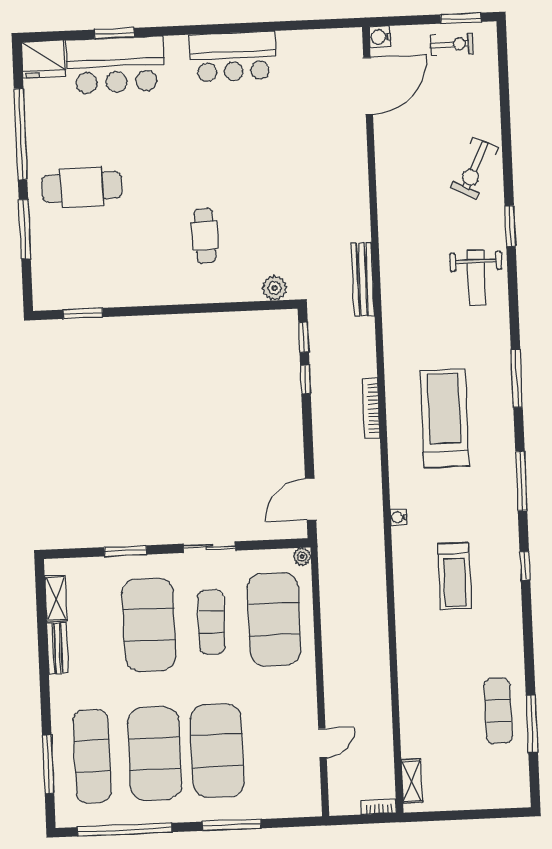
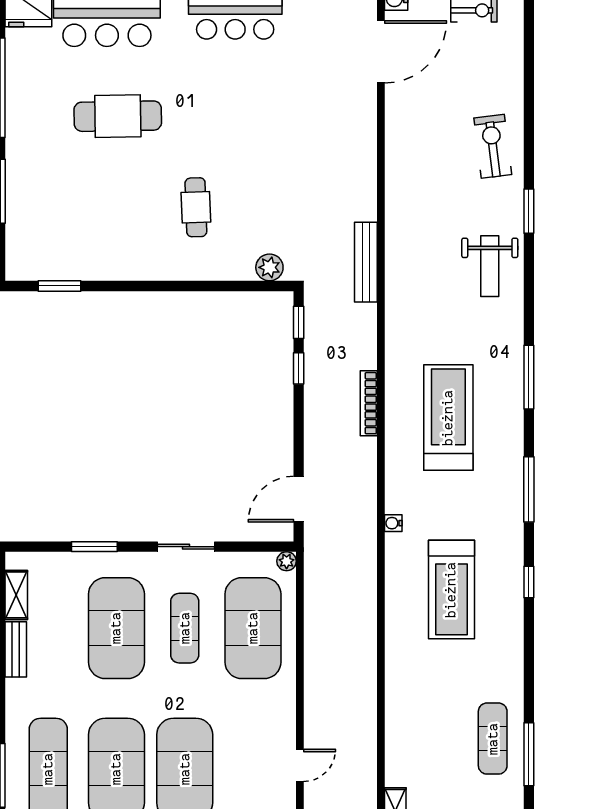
exercise bike: (474, 168) -> (493, 146), turned 147
cafe table: (82, 187) -> (118, 116), moved
treadmill: (454, 576) -> (451, 590), width x1.37, depth x1.38

